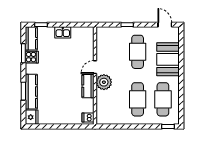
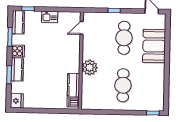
cooker: (32, 57) -> (18, 51), moved
door: (95, 67) -> (82, 28), moved
kitchen counter: (88, 86) -> (73, 85), moved
kitchen counter: (31, 92) -> (17, 69), width x0.67
cafe table: (163, 99) -> (148, 86), removed

